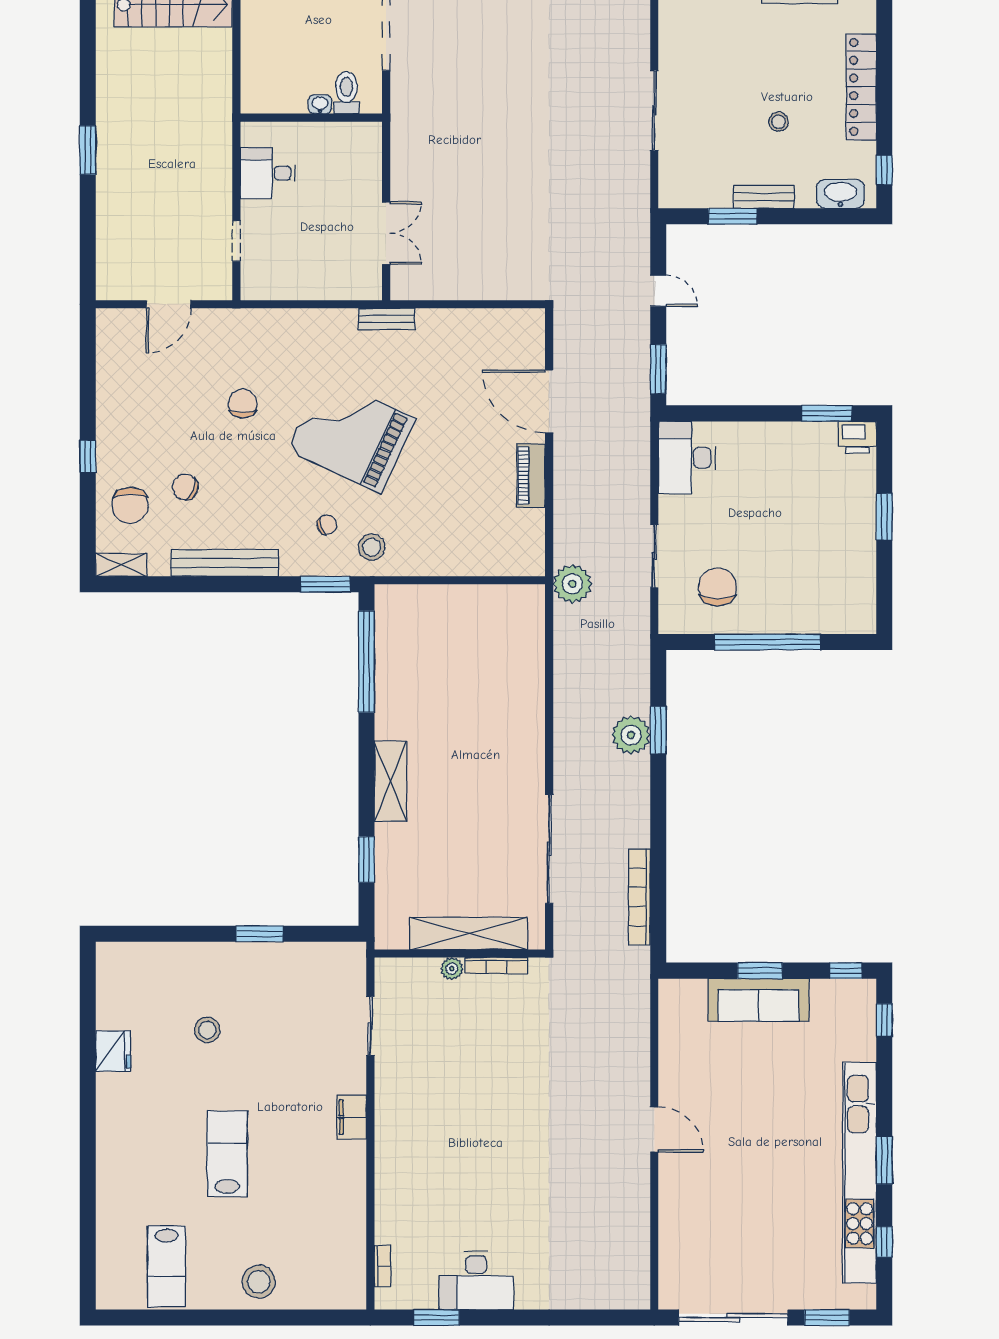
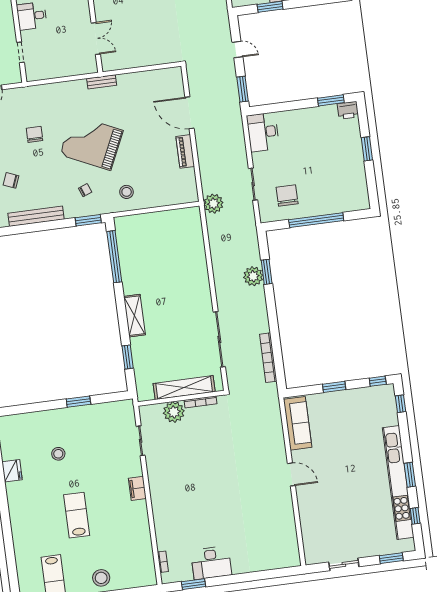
stool: (372, 547) -> (127, 192), moved
plant: (452, 969) -> (174, 412), width x1.87, depth x1.87
sofa: (758, 1000) -> (298, 423), moved, turned -90
sliding door: (733, 1318) -> (344, 564), width x0.54

